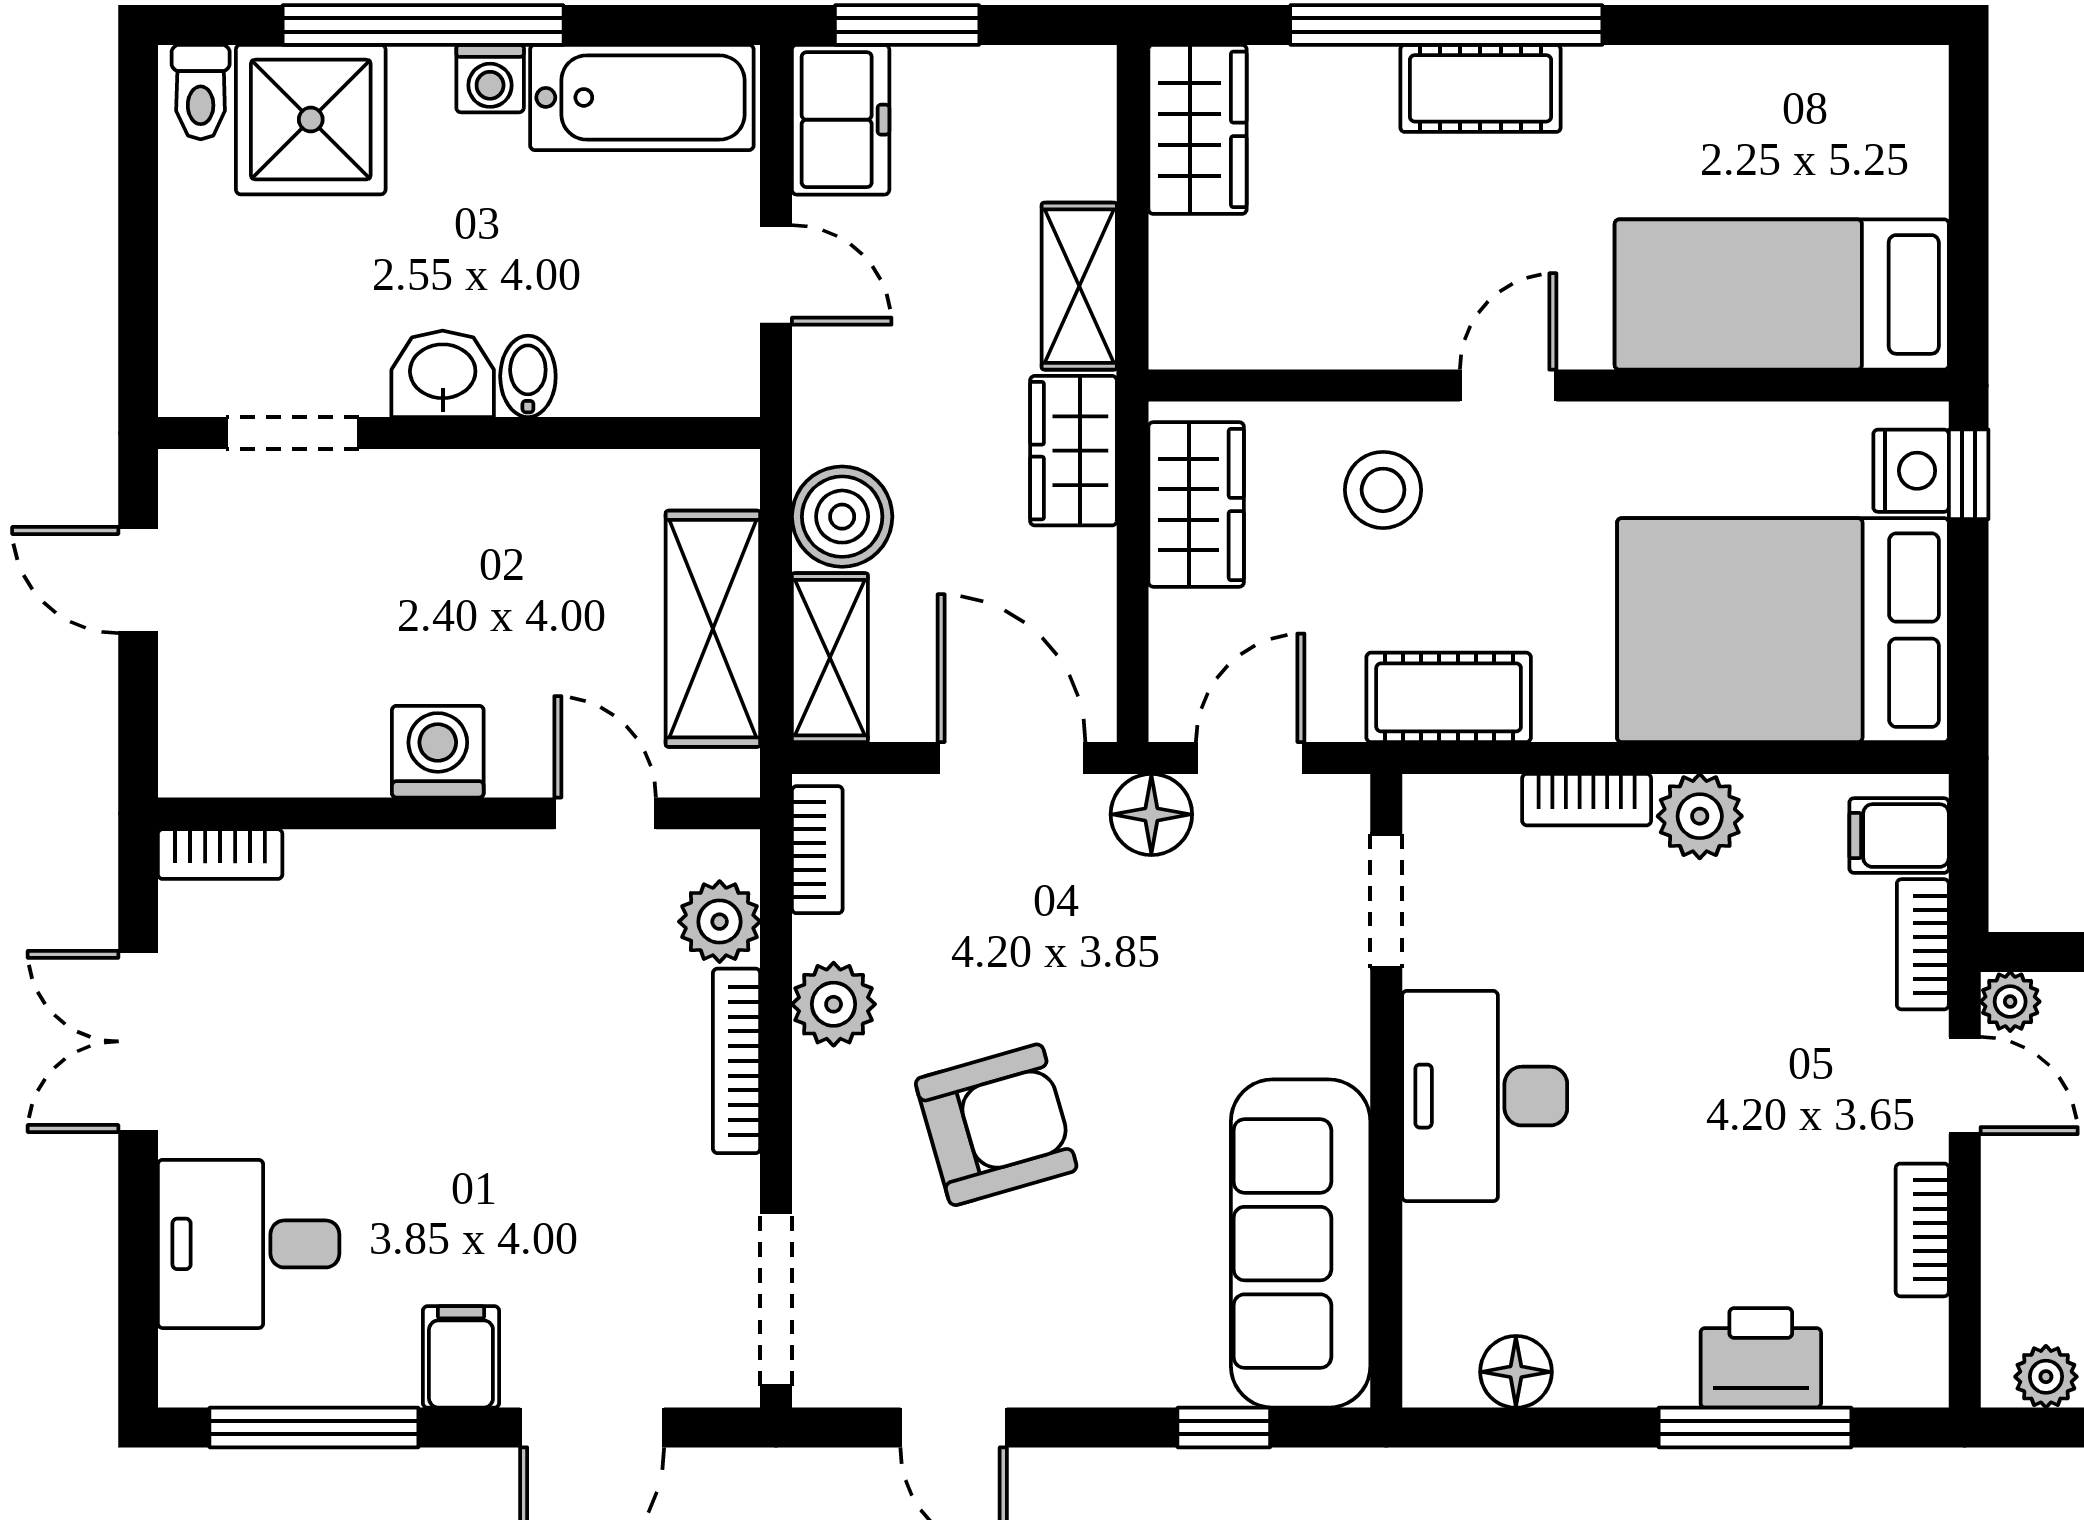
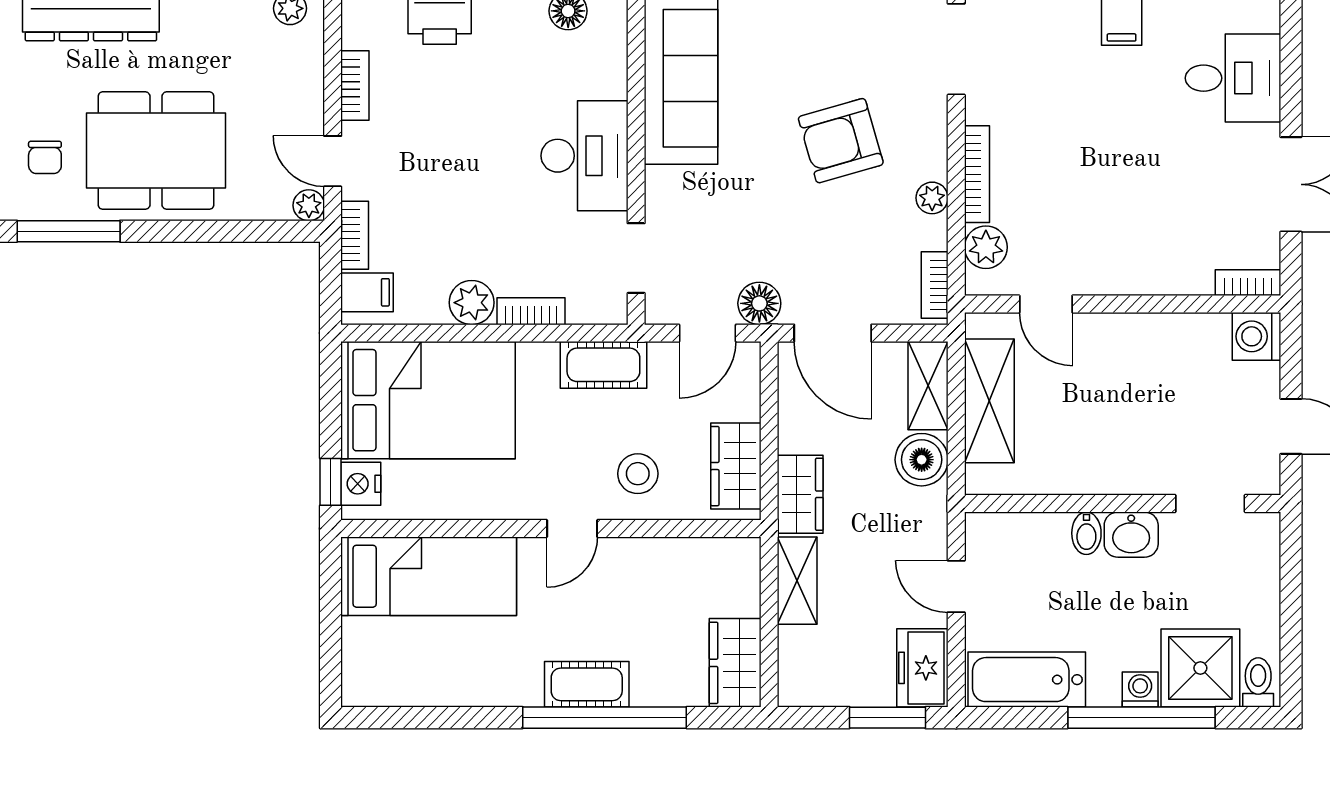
washing machine: (490, 79) -> (1140, 690), moved
washing machine: (438, 752) -> (1256, 336), moved, turned 90
plant: (834, 1004) -> (932, 198), width x0.73, depth x0.73

